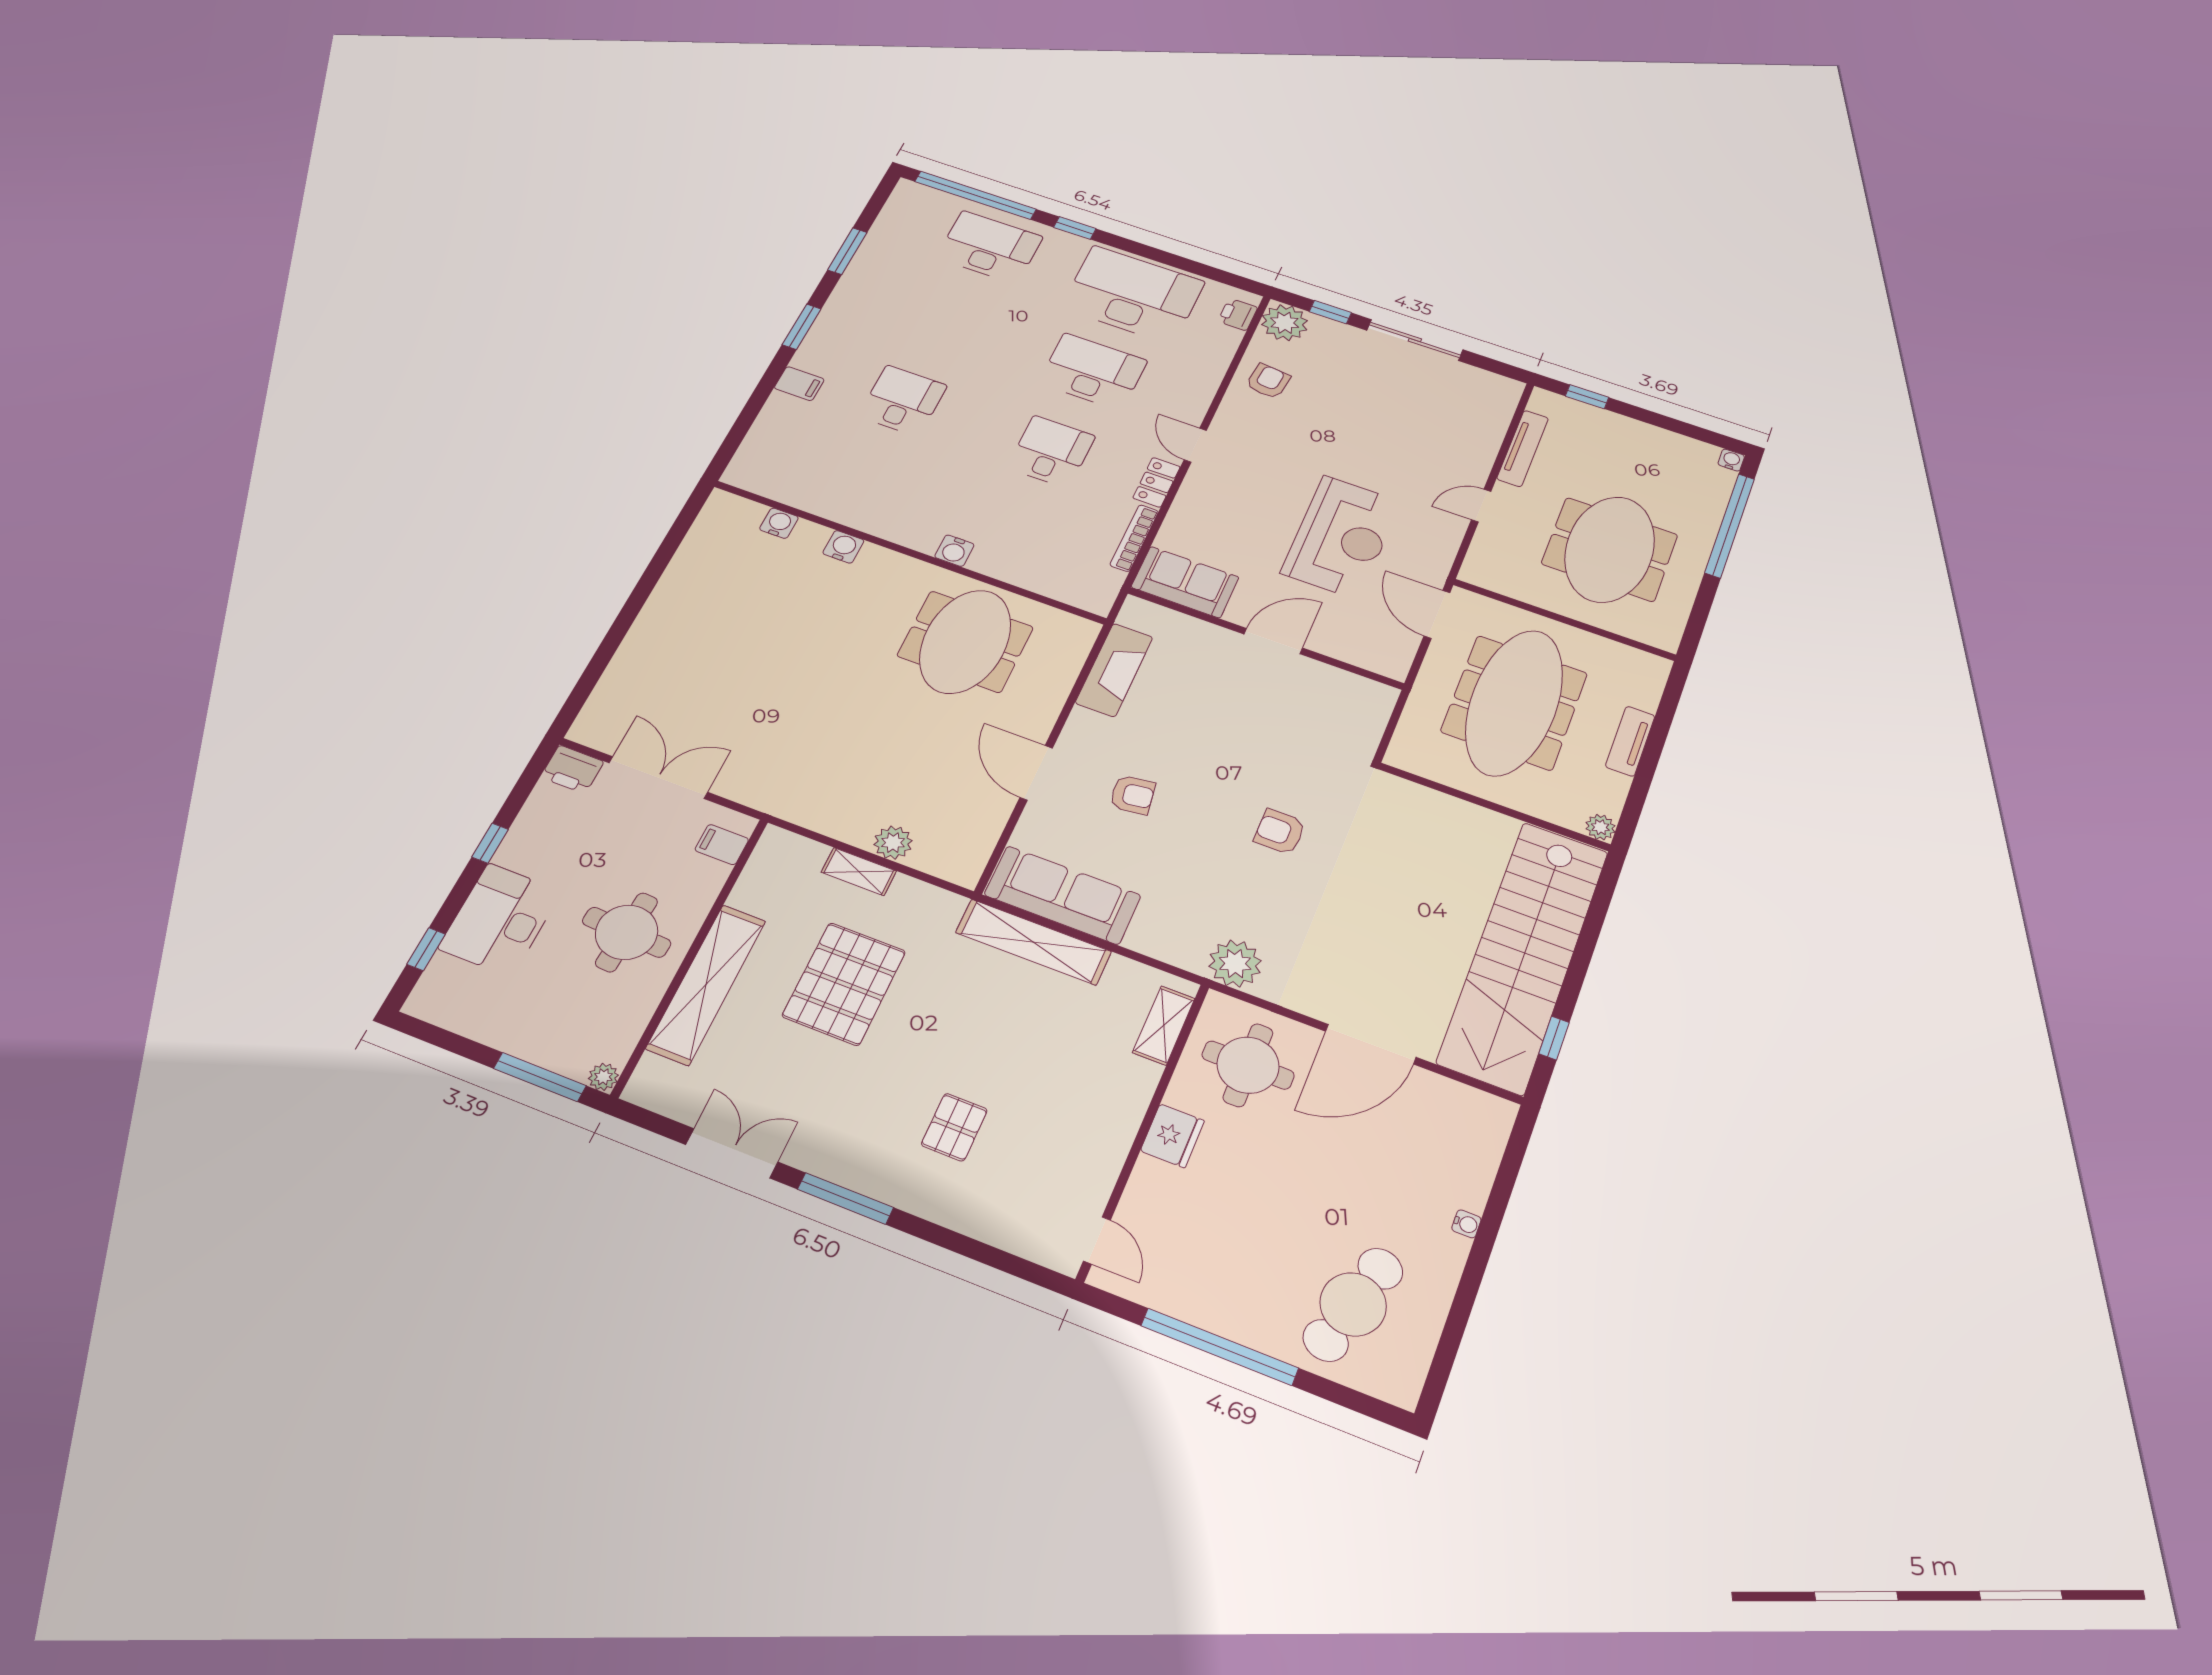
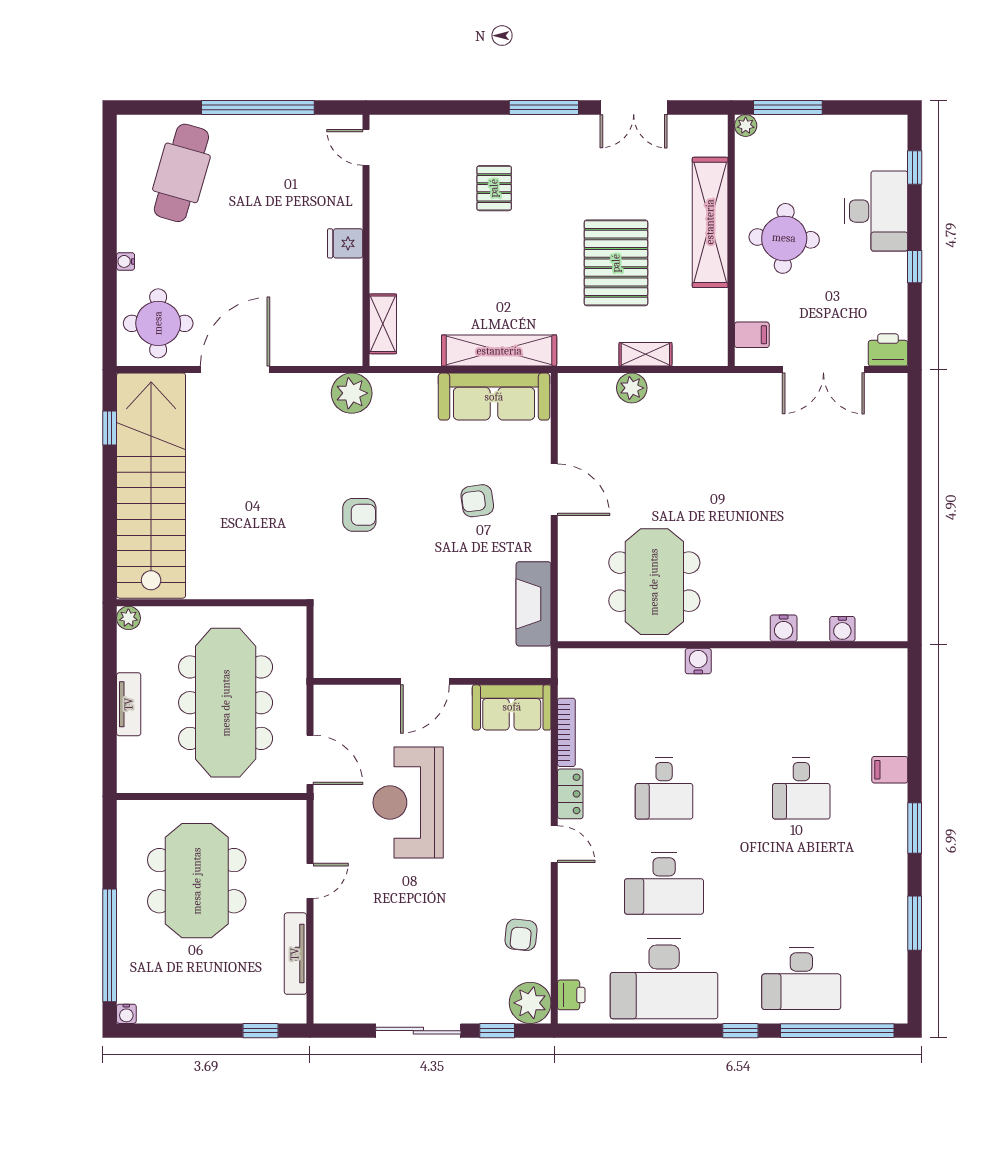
round table: (1248, 1065) -> (158, 323), moved
fridge: (1172, 1136) -> (345, 243), width x0.72

